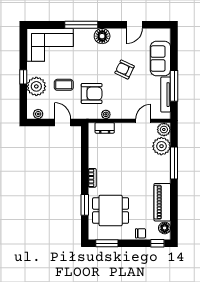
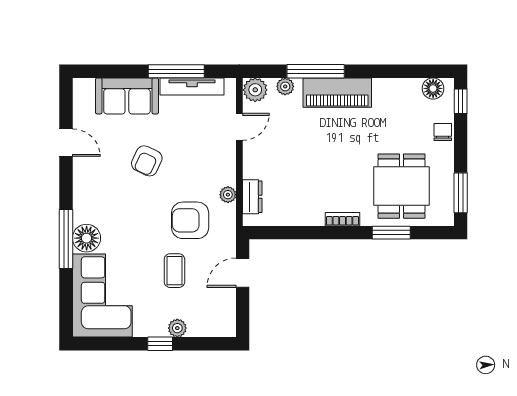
floor lamp: (102, 36) -> (87, 238), moved
plant: (36, 86) -> (177, 328), width x0.53, depth x0.53
armchair: (92, 93) -> (190, 220), turned -90
plant: (38, 114) -> (227, 317), removed
door: (143, 121) -> (239, 127), swing flipped
plant: (161, 146) -> (285, 86), width x0.53, depth x0.53
piano: (162, 202) -> (337, 93), moved

